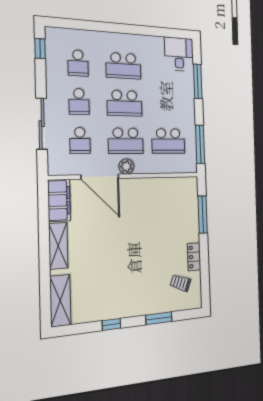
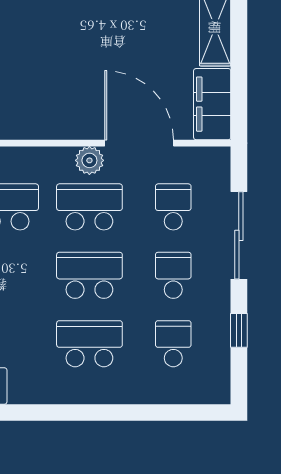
window: (40, 49) -> (239, 330), moved

